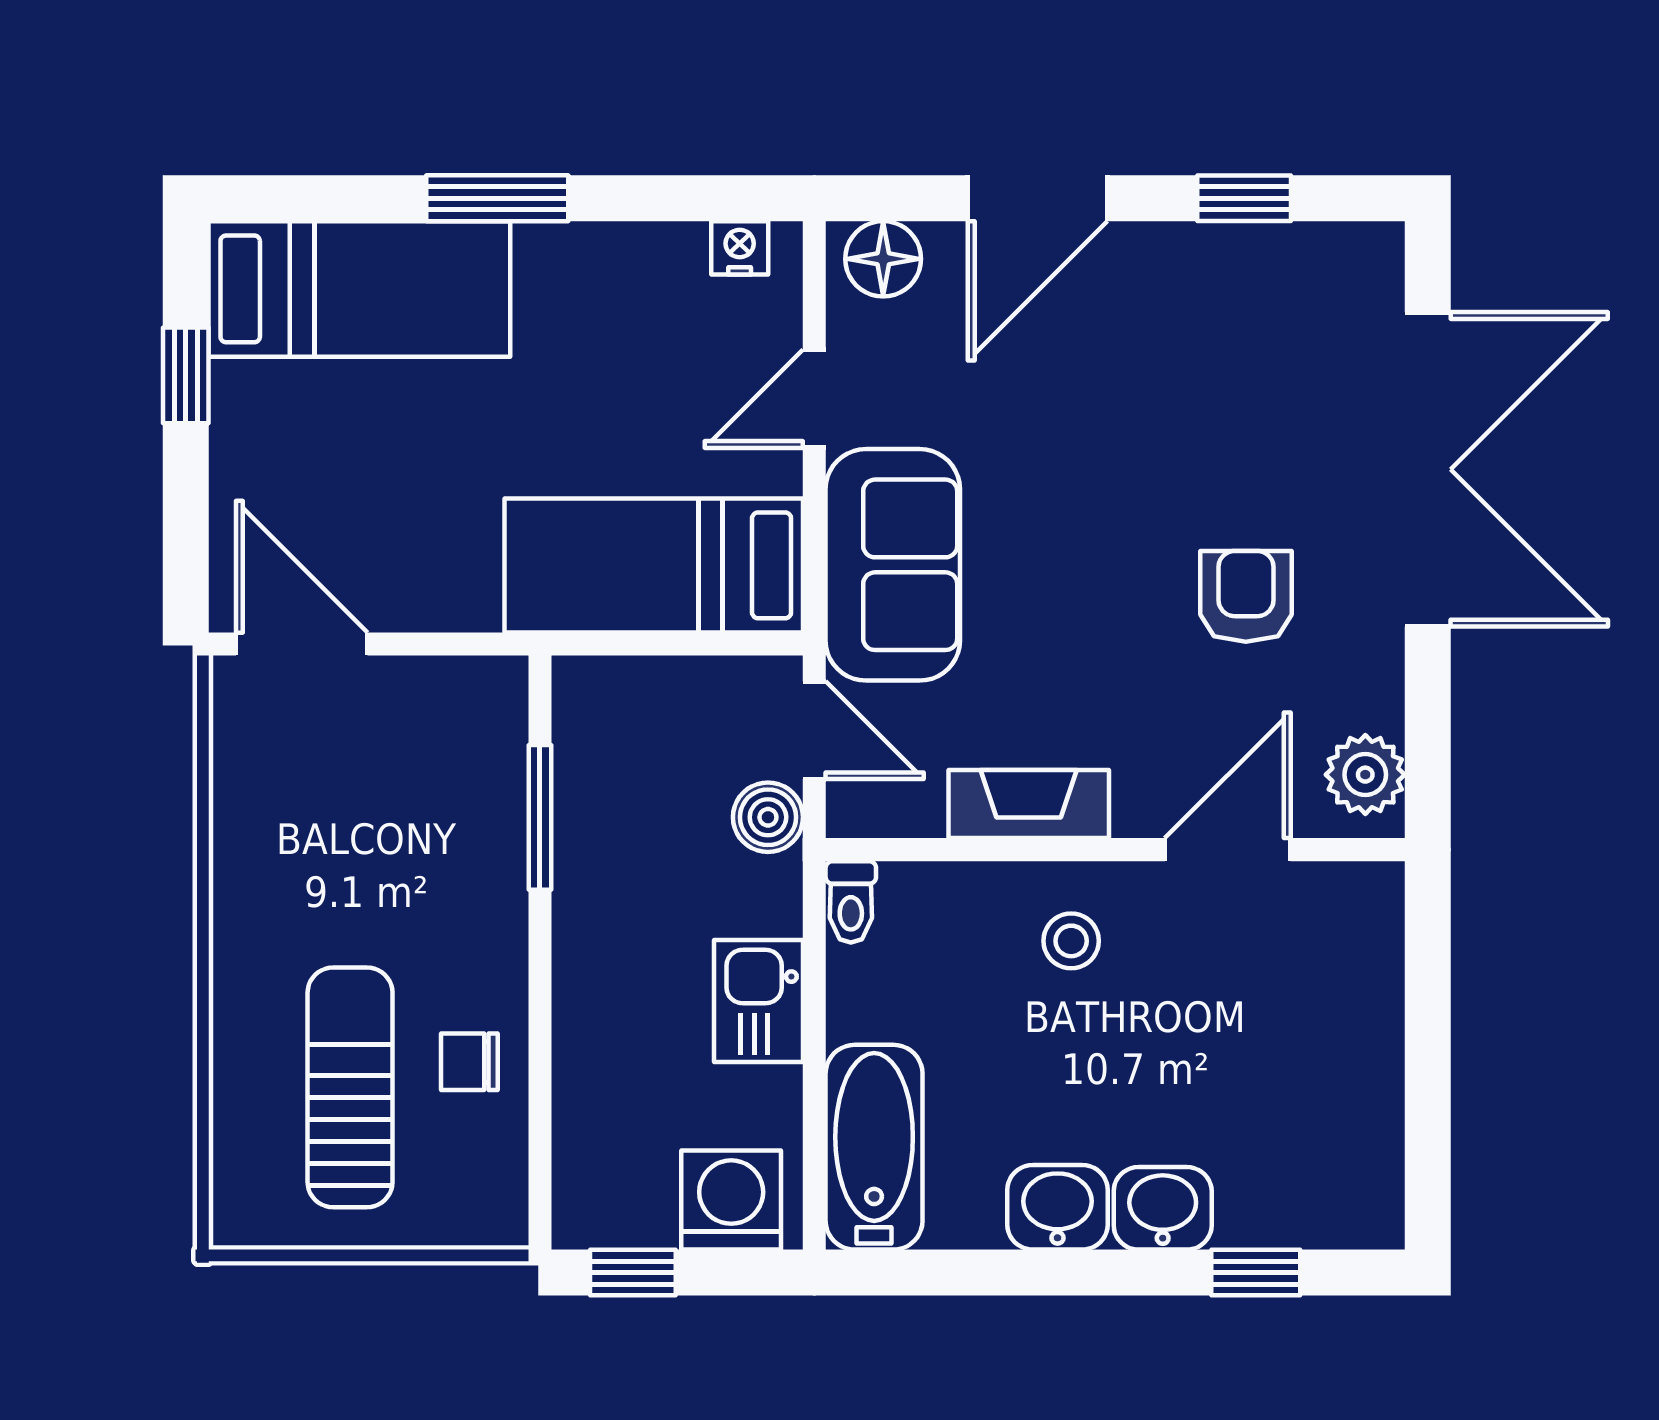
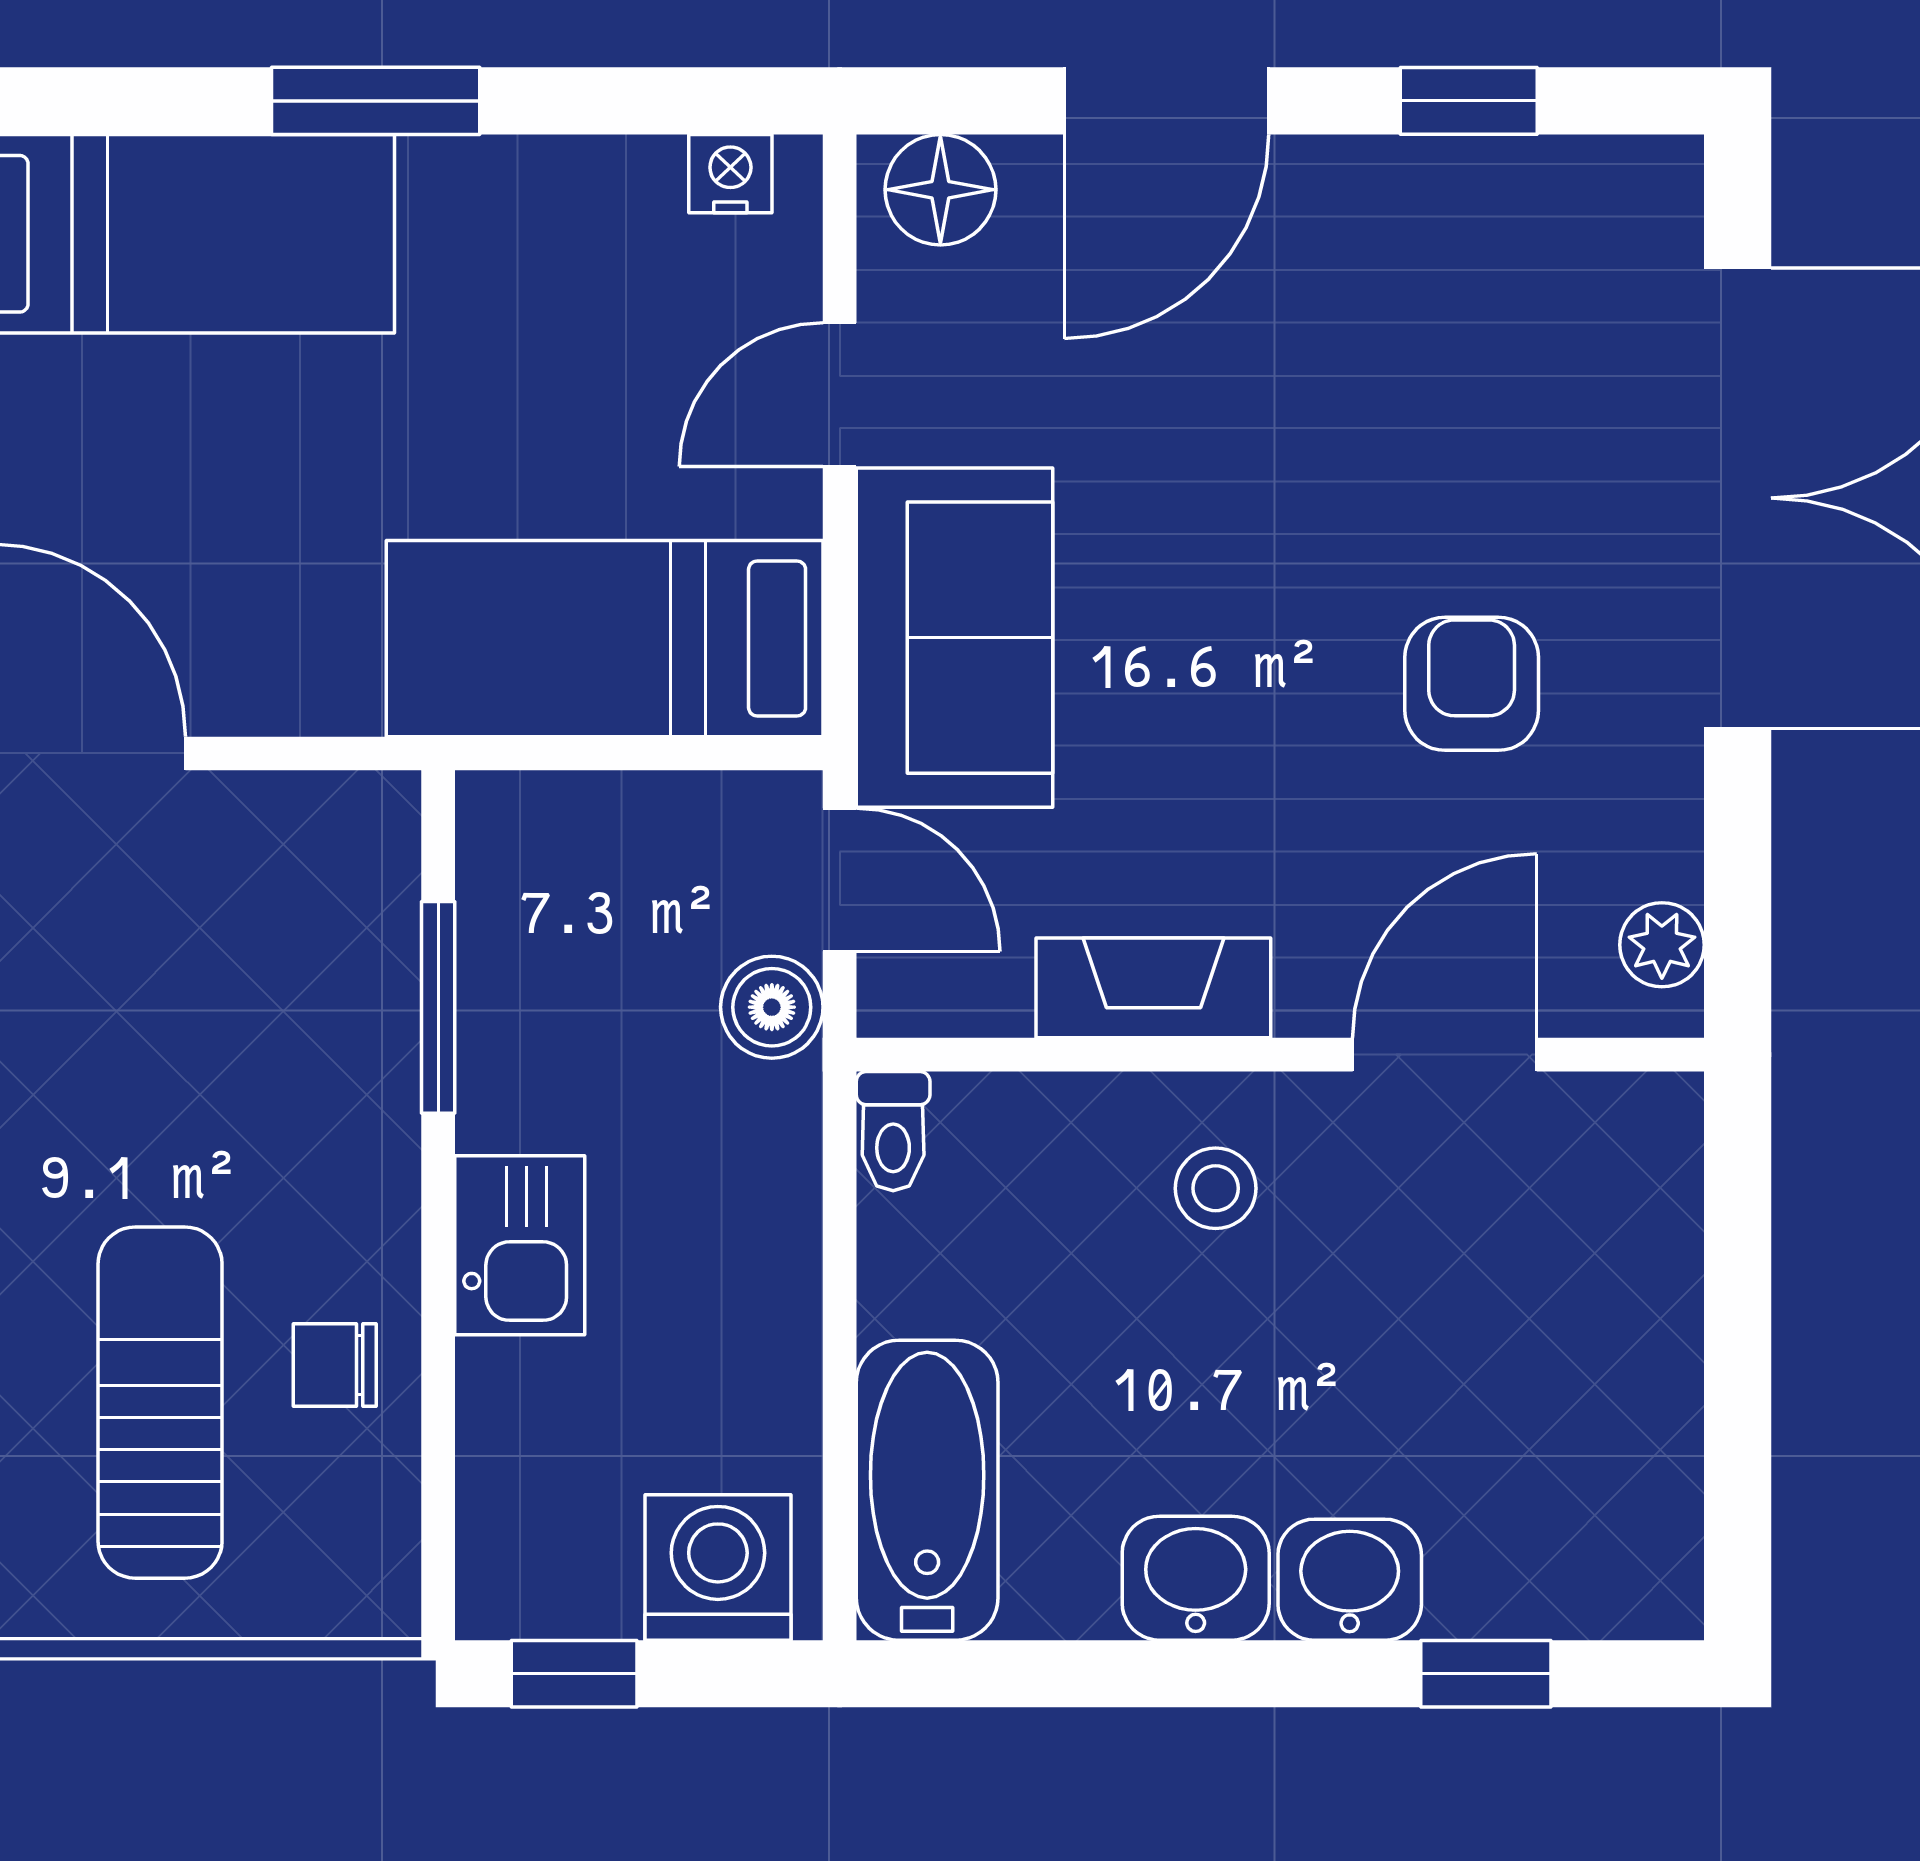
plant: (1365, 775) -> (1662, 945), width x0.73, depth x0.73
kitchen sink: (759, 1001) -> (520, 1245), moved, turned 180

